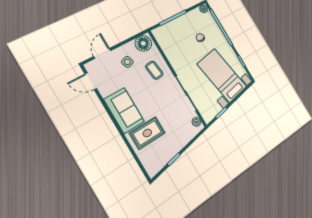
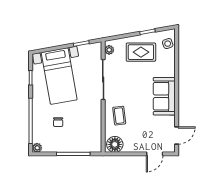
side table: (127, 62) -> (168, 44), moved
door: (91, 81) -> (177, 135), hinge flipped
rug: (147, 133) -> (141, 52), moved

